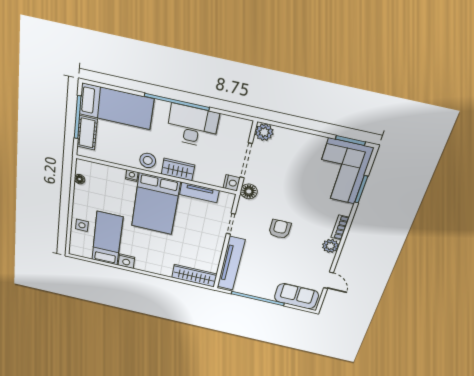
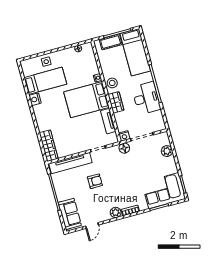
plant: (264, 132) -> (167, 151), moved
armchair: (280, 229) -> (95, 181), moved

